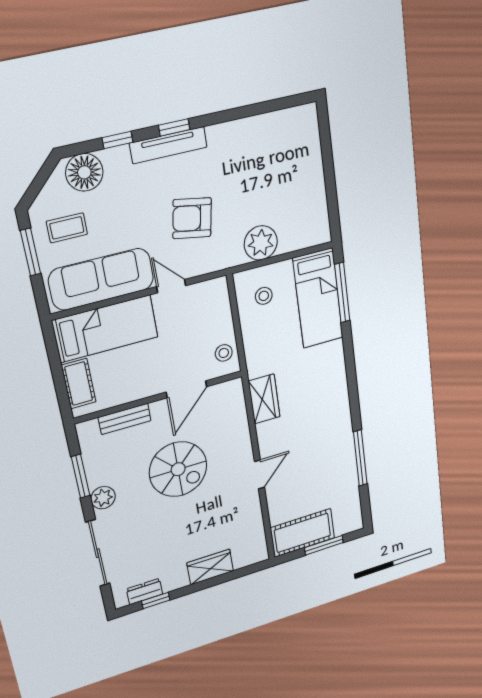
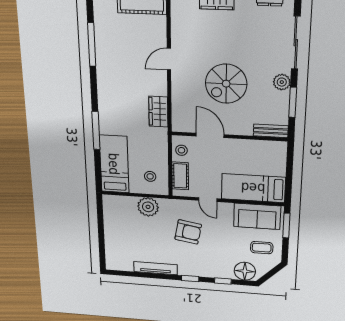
tv unit: (168, 145) -> (155, 268), moved
window: (31, 252) -> (286, 225), moved
sofa: (101, 279) -> (257, 216), width x0.73
window: (342, 293) -> (96, 131), moved
cot: (79, 384) -> (180, 176), moved
door: (186, 389) -> (210, 135), hinge flipped
bench: (125, 419) -> (271, 131), moved
spiral stairs: (178, 469) -> (226, 84), turned -90

